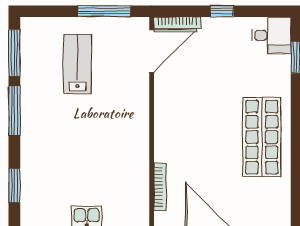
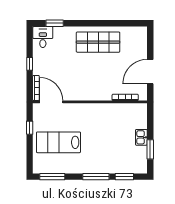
window: (104, 11) -> (30, 128), width x0.46
lab bench: (77, 64) -> (58, 142), width x1.36, depth x1.39
window: (14, 111) -> (96, 177), moved

